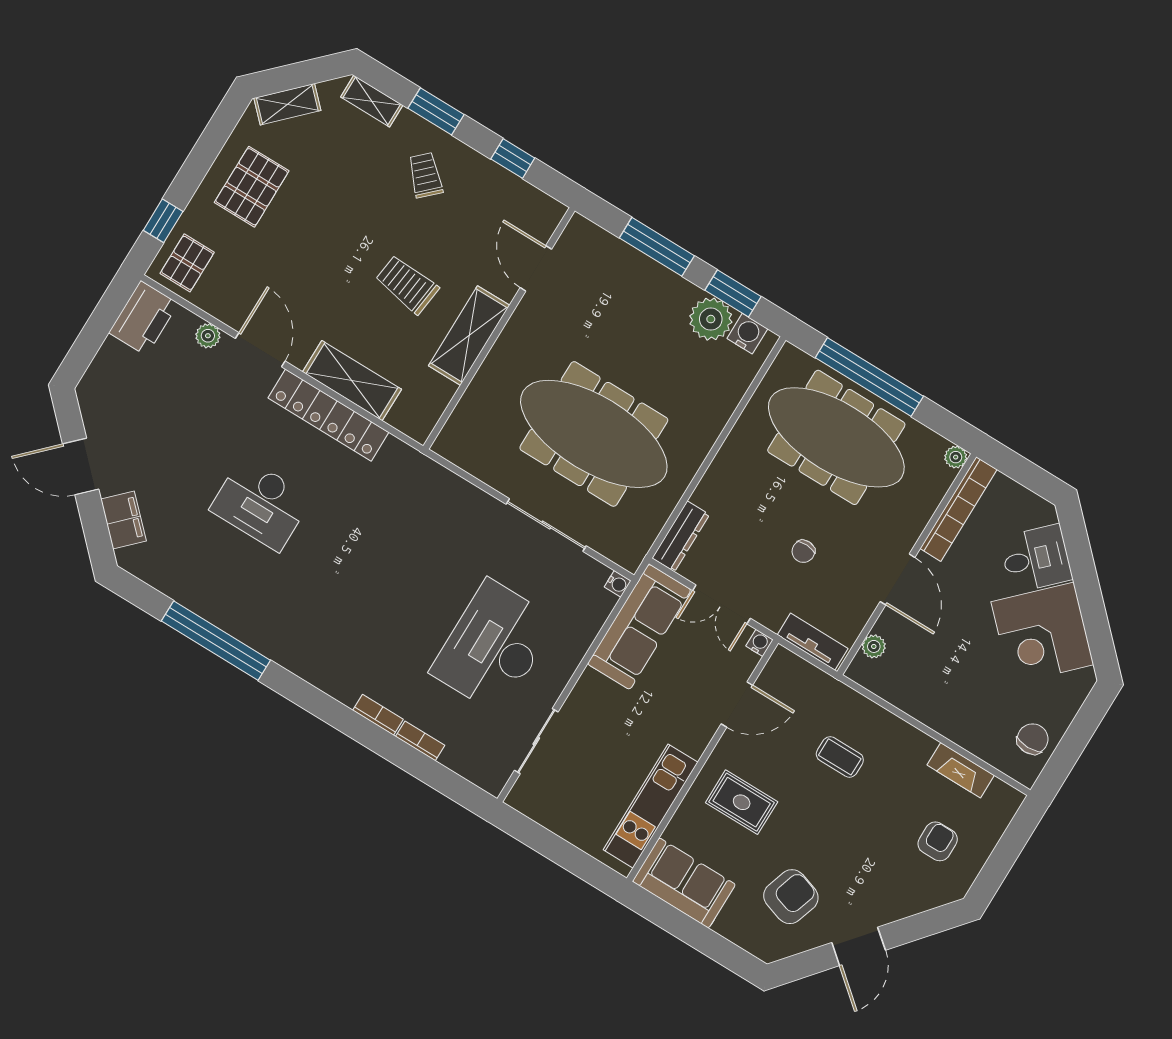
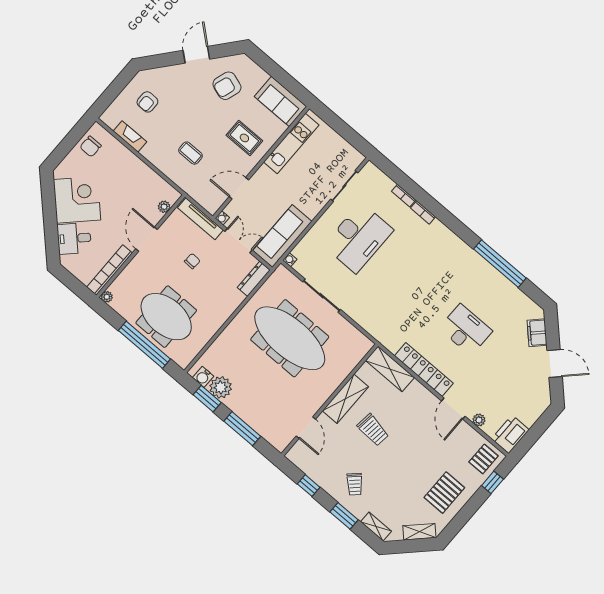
shelving: (352, 381) -> (390, 369), moved
meeting table: (836, 437) -> (166, 317), width x0.73
tv unit: (813, 642) -> (200, 219), width x1.41

